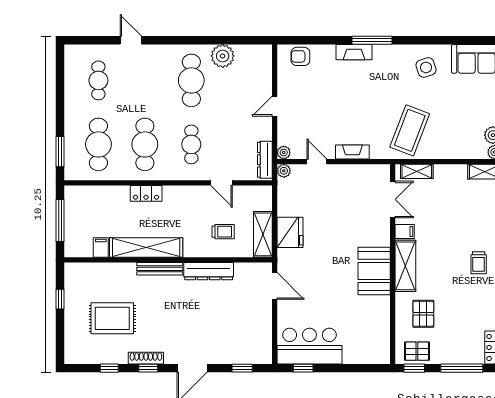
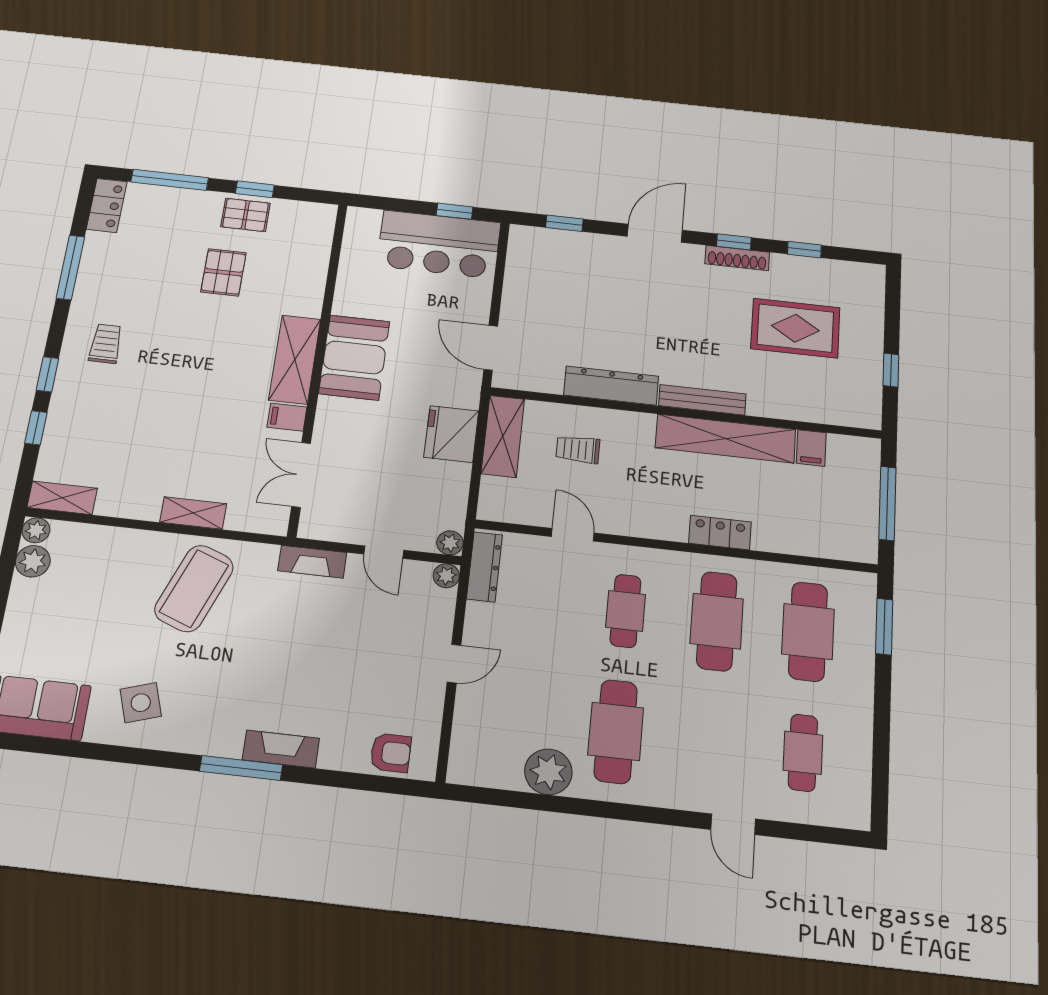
double door: (393, 199) -> (301, 475), moved
filing cabinet: (405, 232) -> (287, 417), moved
wall: (393, 264) -> (318, 365), moved
shelving: (405, 266) -> (295, 359), moved
booth: (374, 271) -> (354, 358), moved

